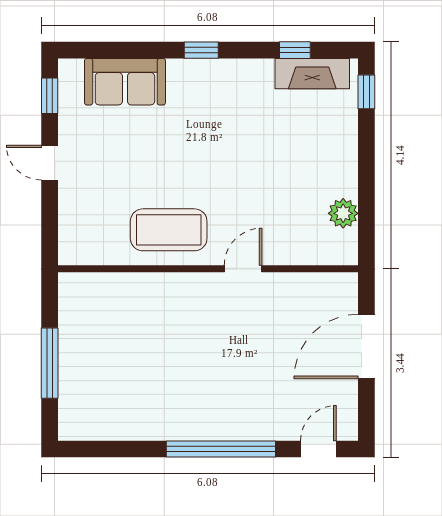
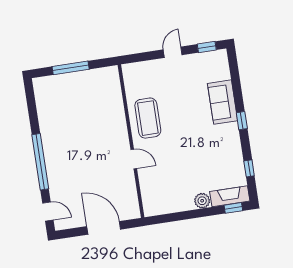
fireplace: (312, 74) -> (230, 196), moved, turned 90
sofa: (125, 82) -> (223, 102), moved
plant: (343, 213) -> (202, 201), moved

